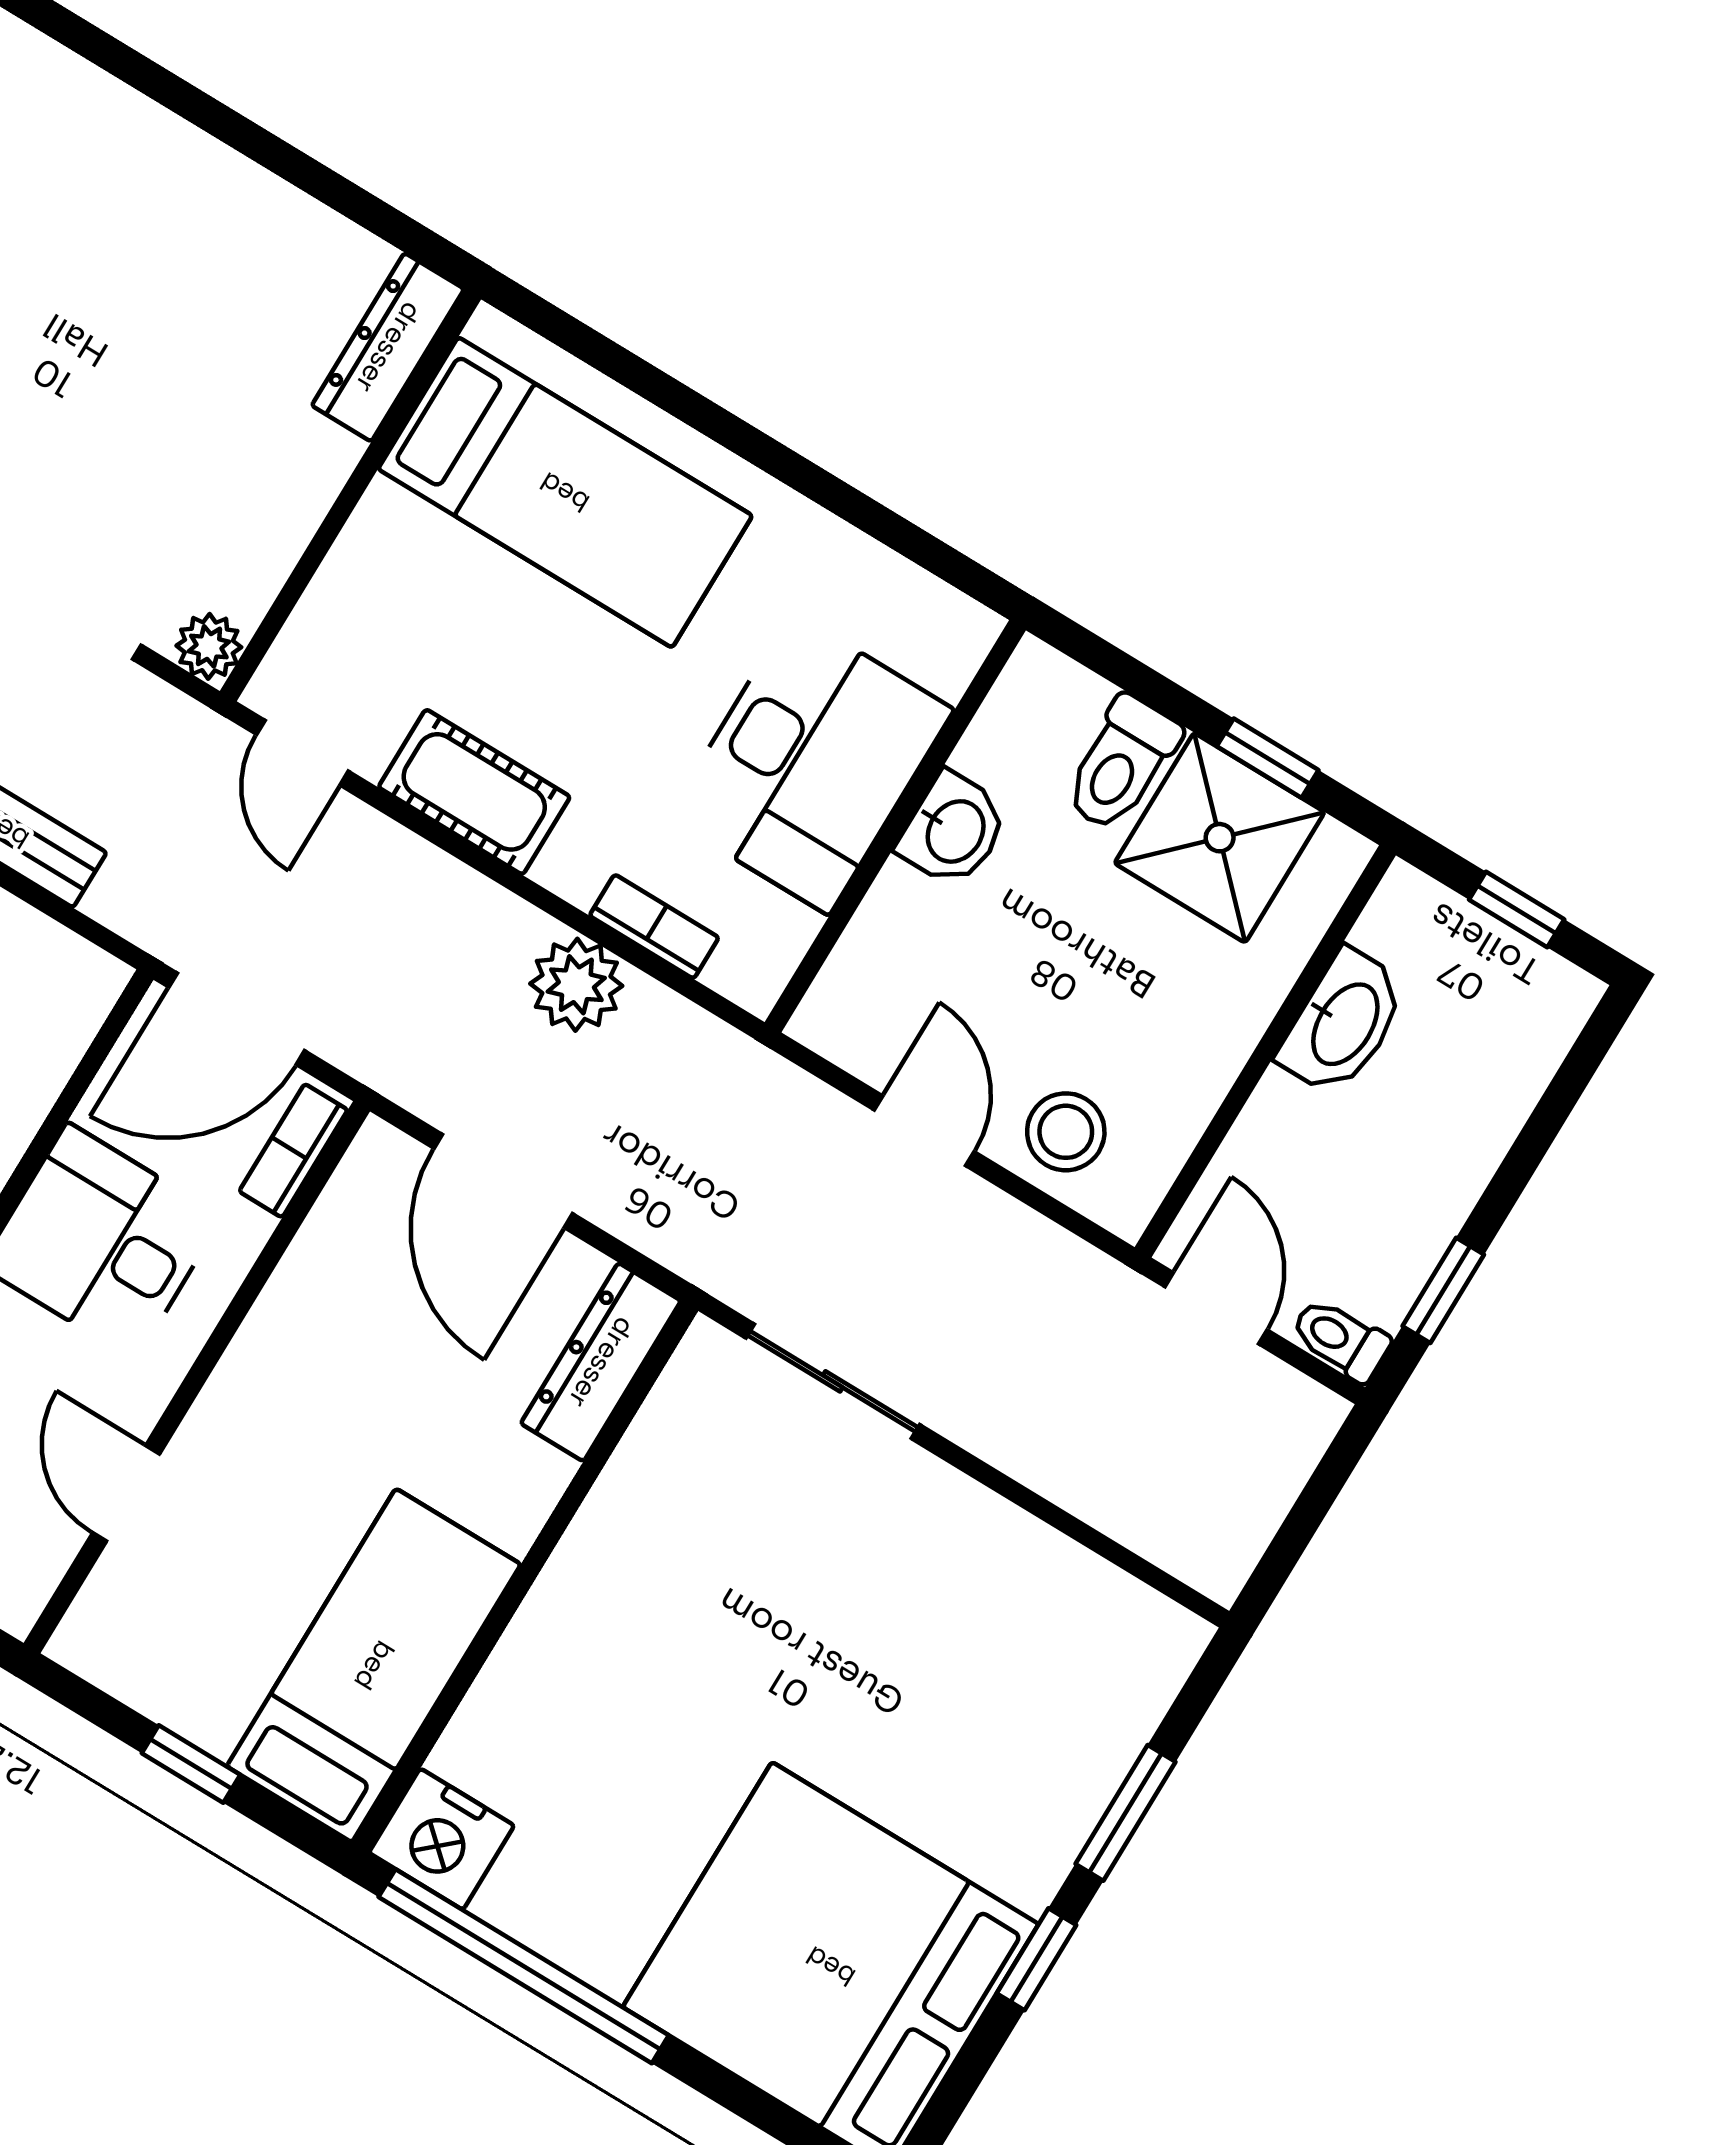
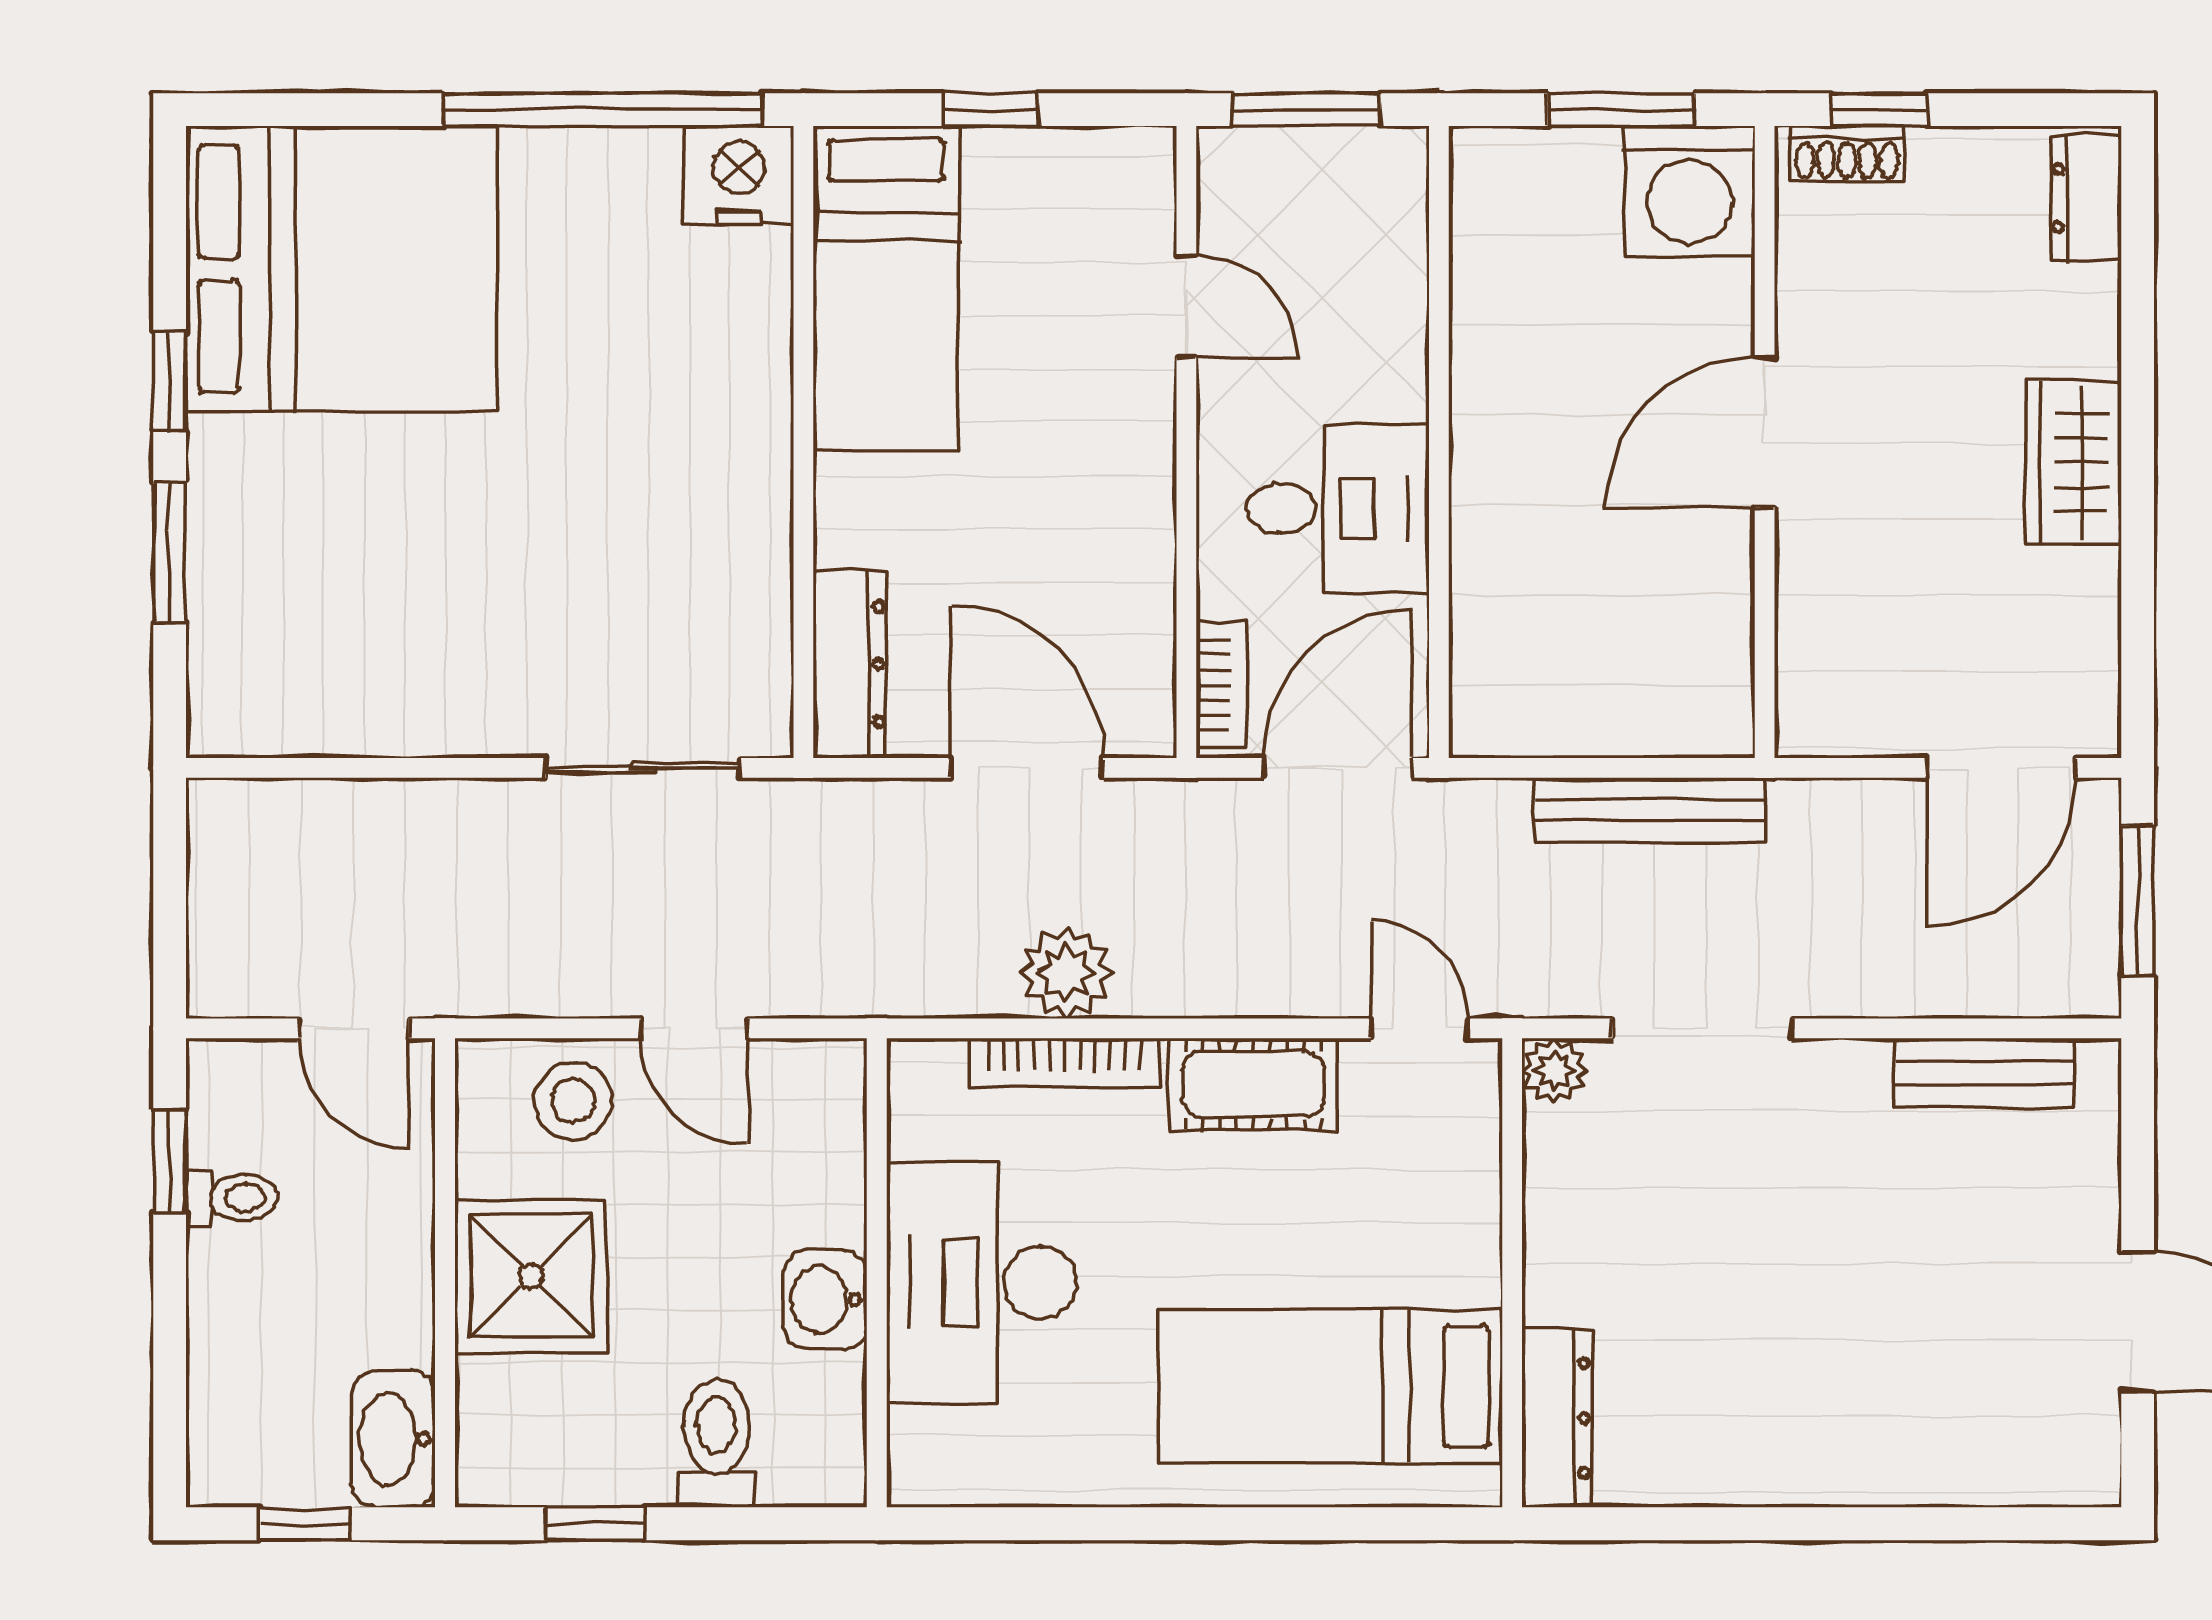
shower: (1220, 838) -> (531, 1276), moved
bookcase: (654, 927) -> (1064, 1063), width x1.56
washbasin: (1343, 1023) -> (393, 1439), moved
toilet: (1340, 1339) -> (232, 1198), moved

